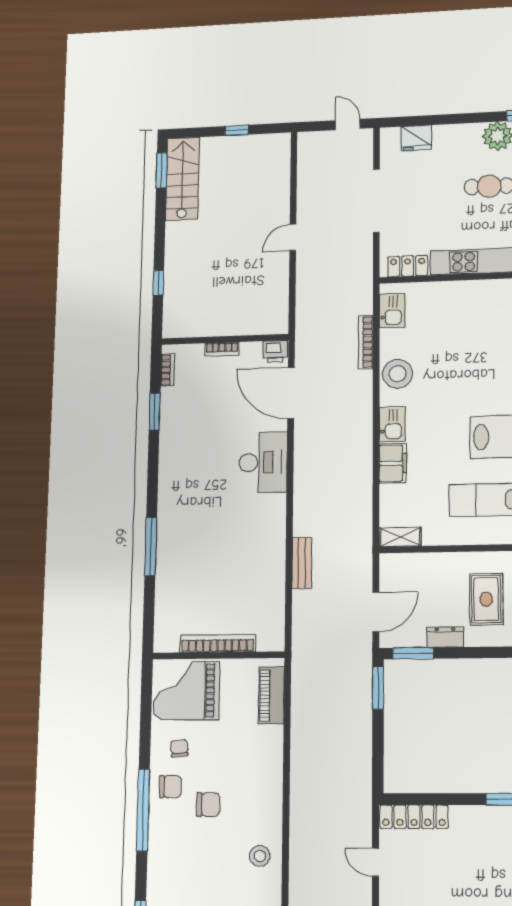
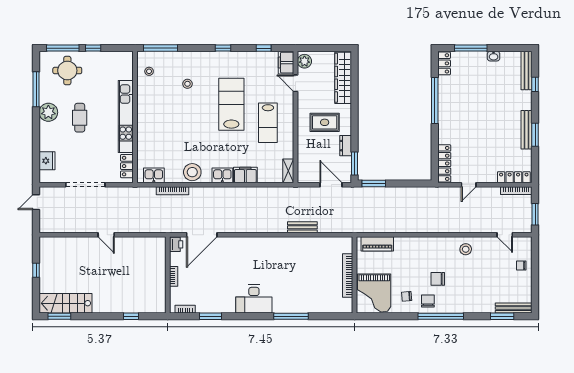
desk: (263, 462) -> (254, 299), moved, turned 180
chair: (208, 805) -> (438, 279), turned -90

